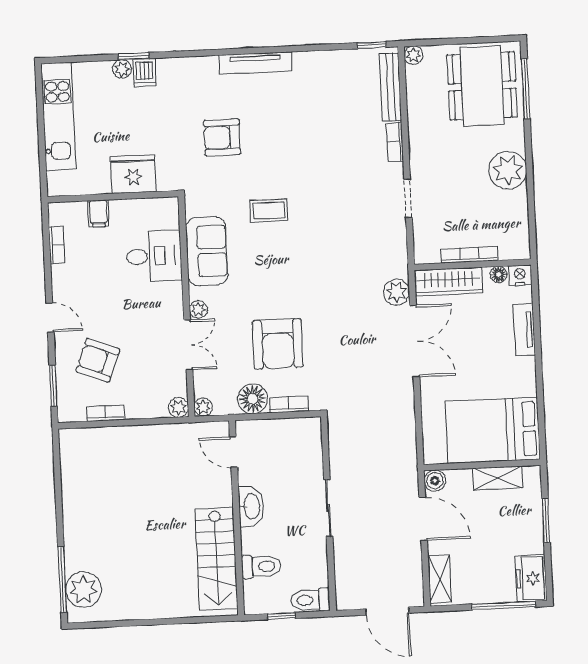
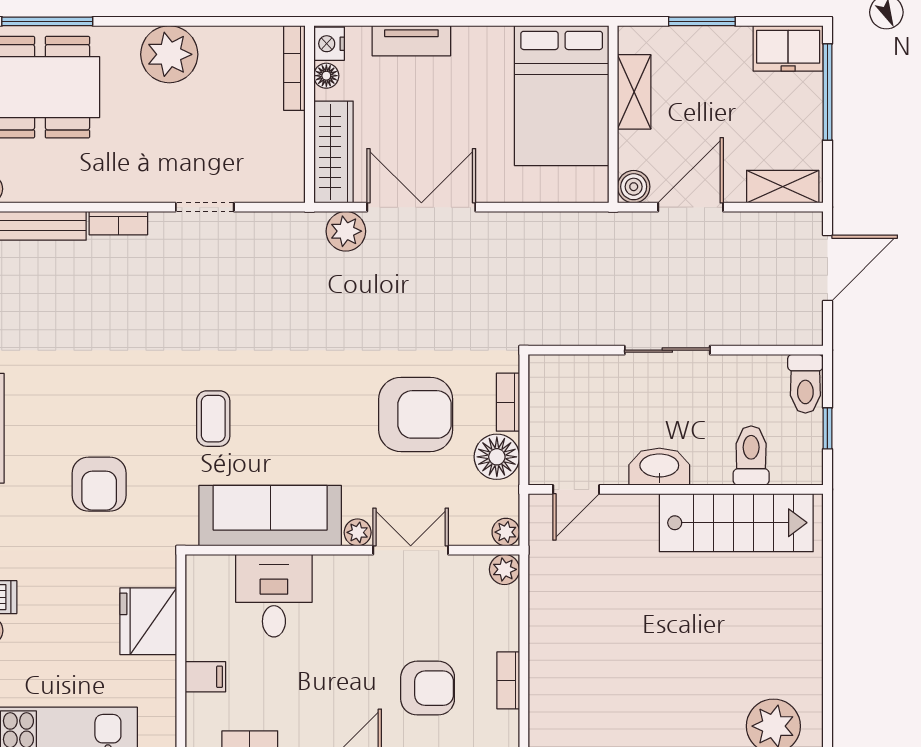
sofa: (207, 251) -> (270, 516), width x1.36
bookcase: (469, 255) -> (294, 68), moved
armchair: (98, 360) -> (428, 688), turned -111

